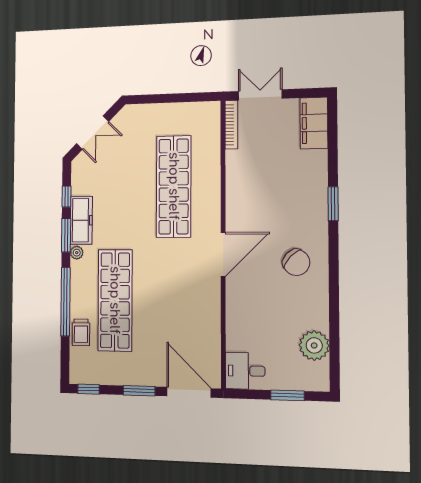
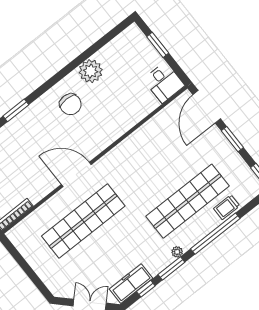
freezer: (81, 220) -> (131, 284), moved
door: (223, 254) -> (76, 174), moved
chair: (296, 262) -> (70, 104), turned 137
trolley: (81, 332) -> (227, 207), turned 180
plant: (314, 345) -> (91, 71), moved

